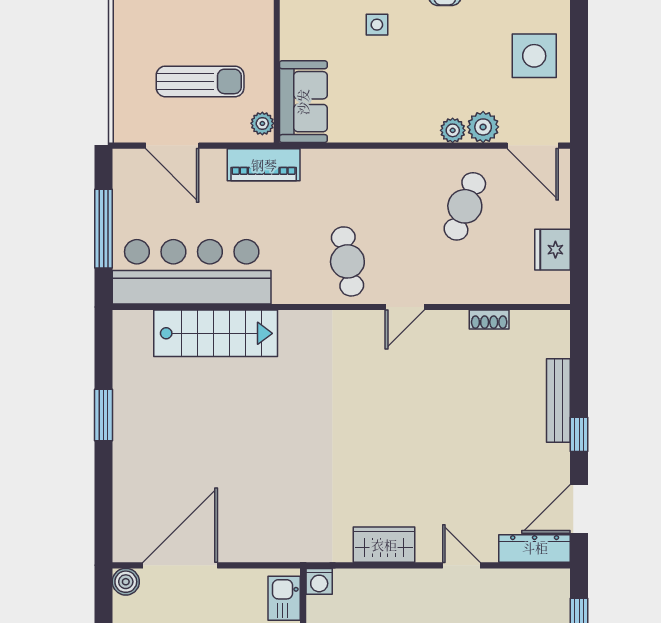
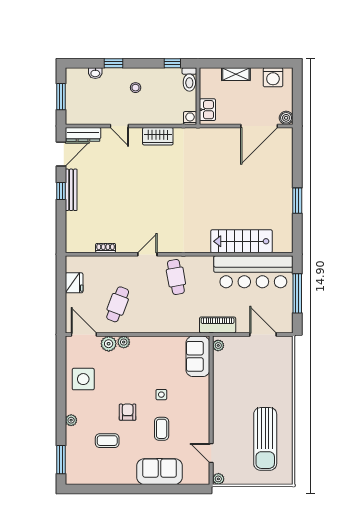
sun lounger: (200, 81) -> (249, 366), removed
bench: (558, 401) -> (71, 190), moved

